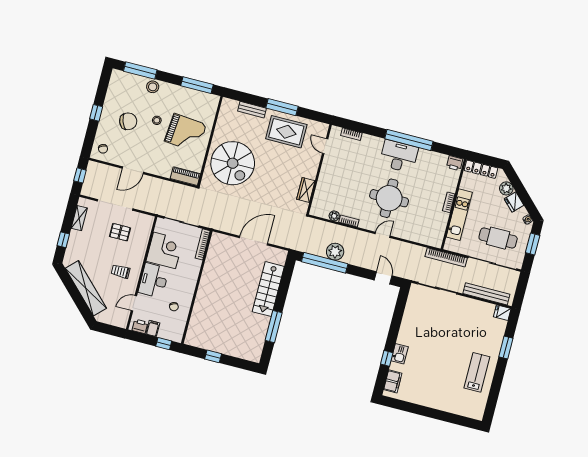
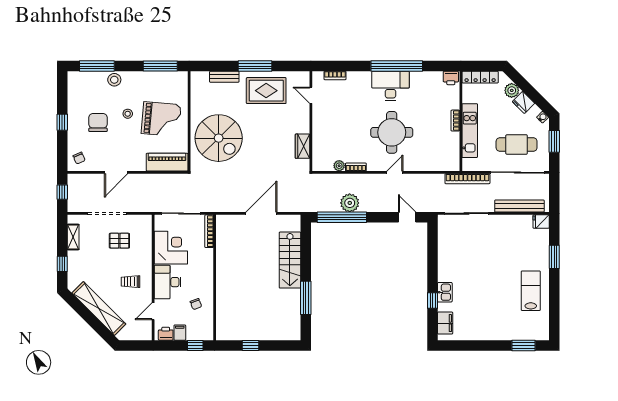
chair: (128, 121) -> (98, 122), turned -69
piano: (185, 176) -> (167, 162), width x1.37, depth x1.33
window: (458, 420) -> (523, 345), added

